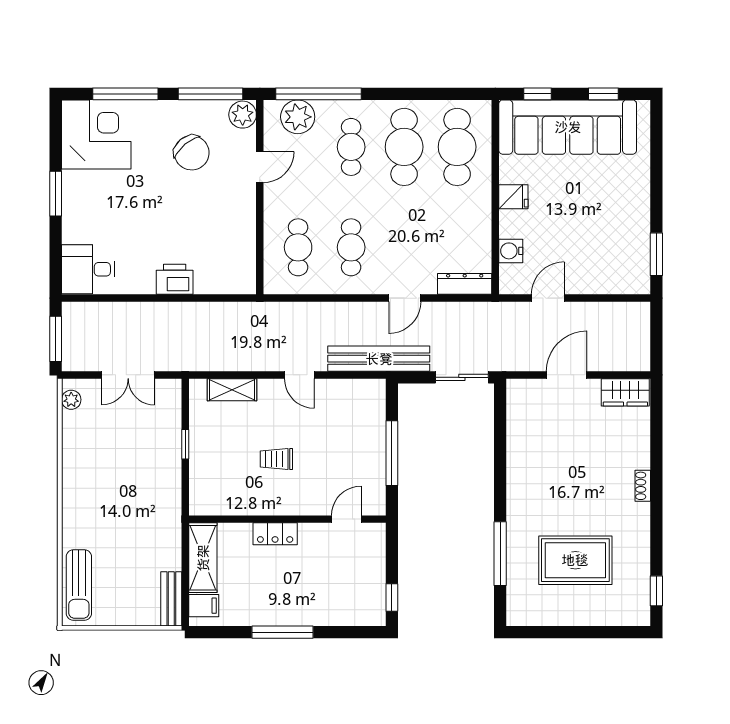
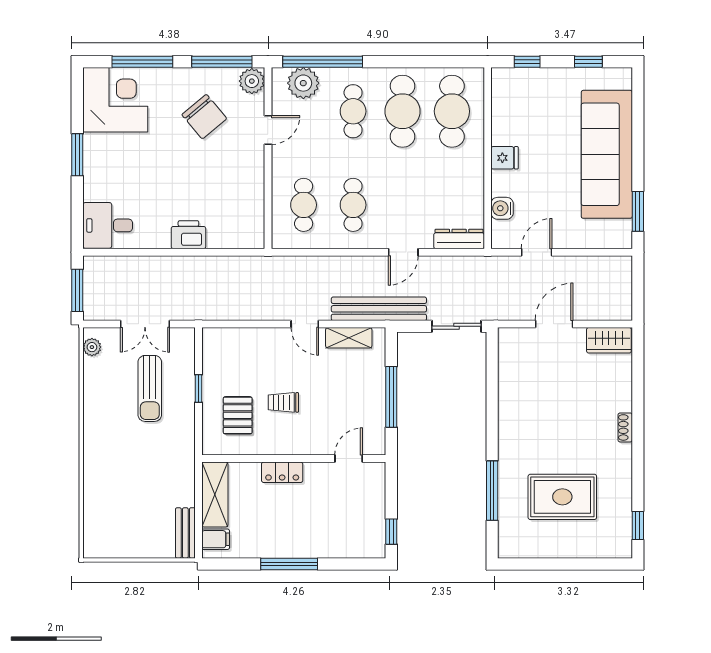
sofa: (568, 127) -> (607, 154), moved, turned 90
shelving: (232, 390) -> (349, 338), moved
pallet: (227, 473) -> (238, 415), added
sun lounger: (79, 585) -> (150, 388), moved

